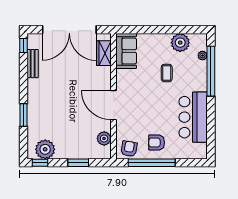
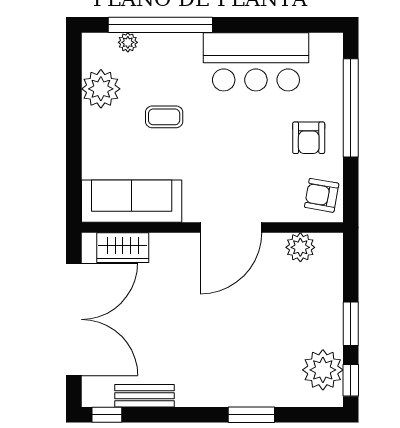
sofa: (126, 51) -> (132, 201), width x1.36
window: (78, 163) -> (351, 324), moved
window: (152, 163) -> (351, 108), moved

